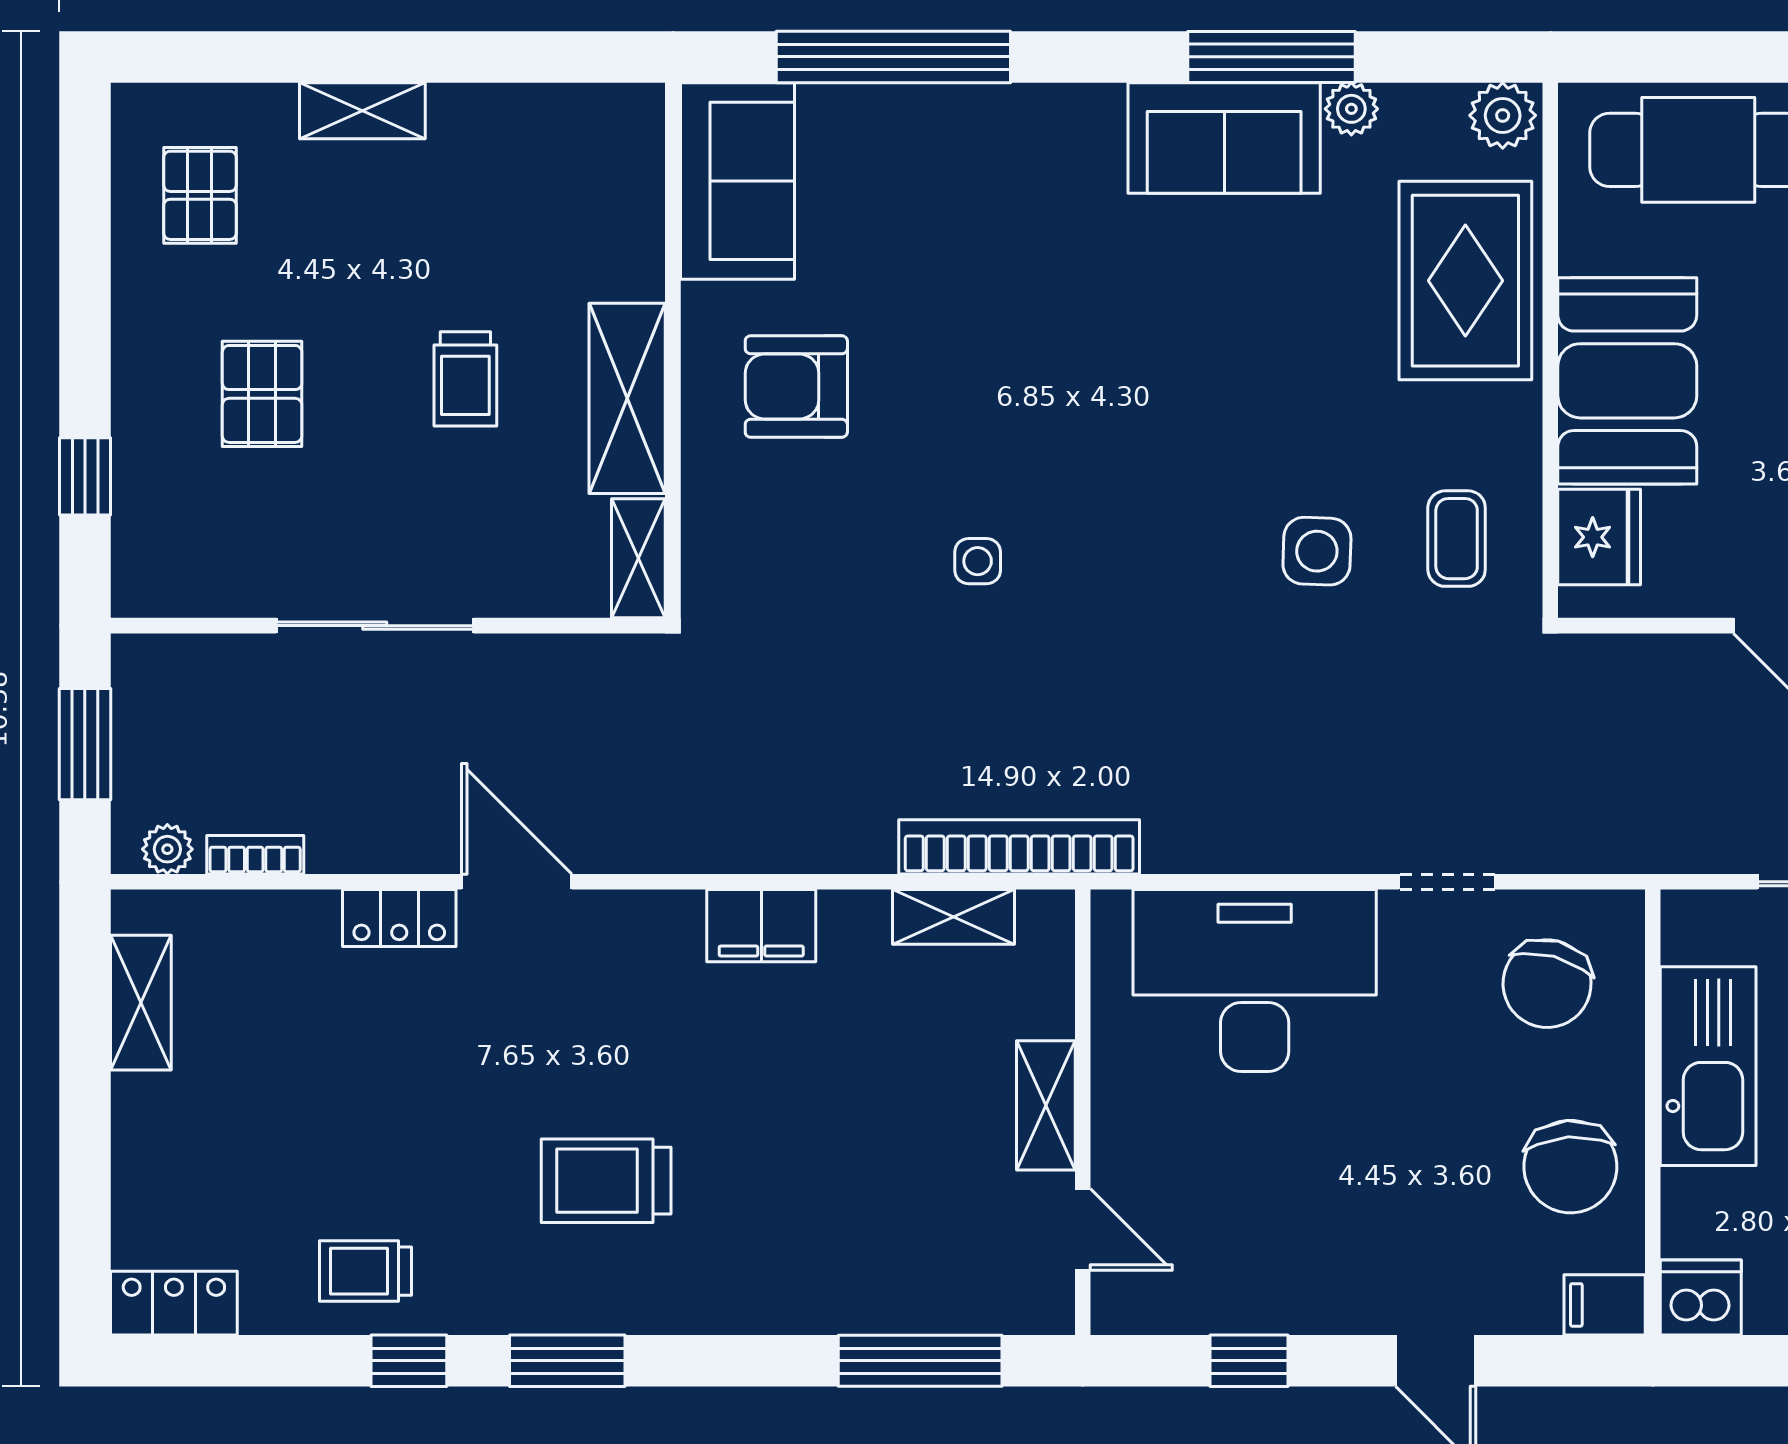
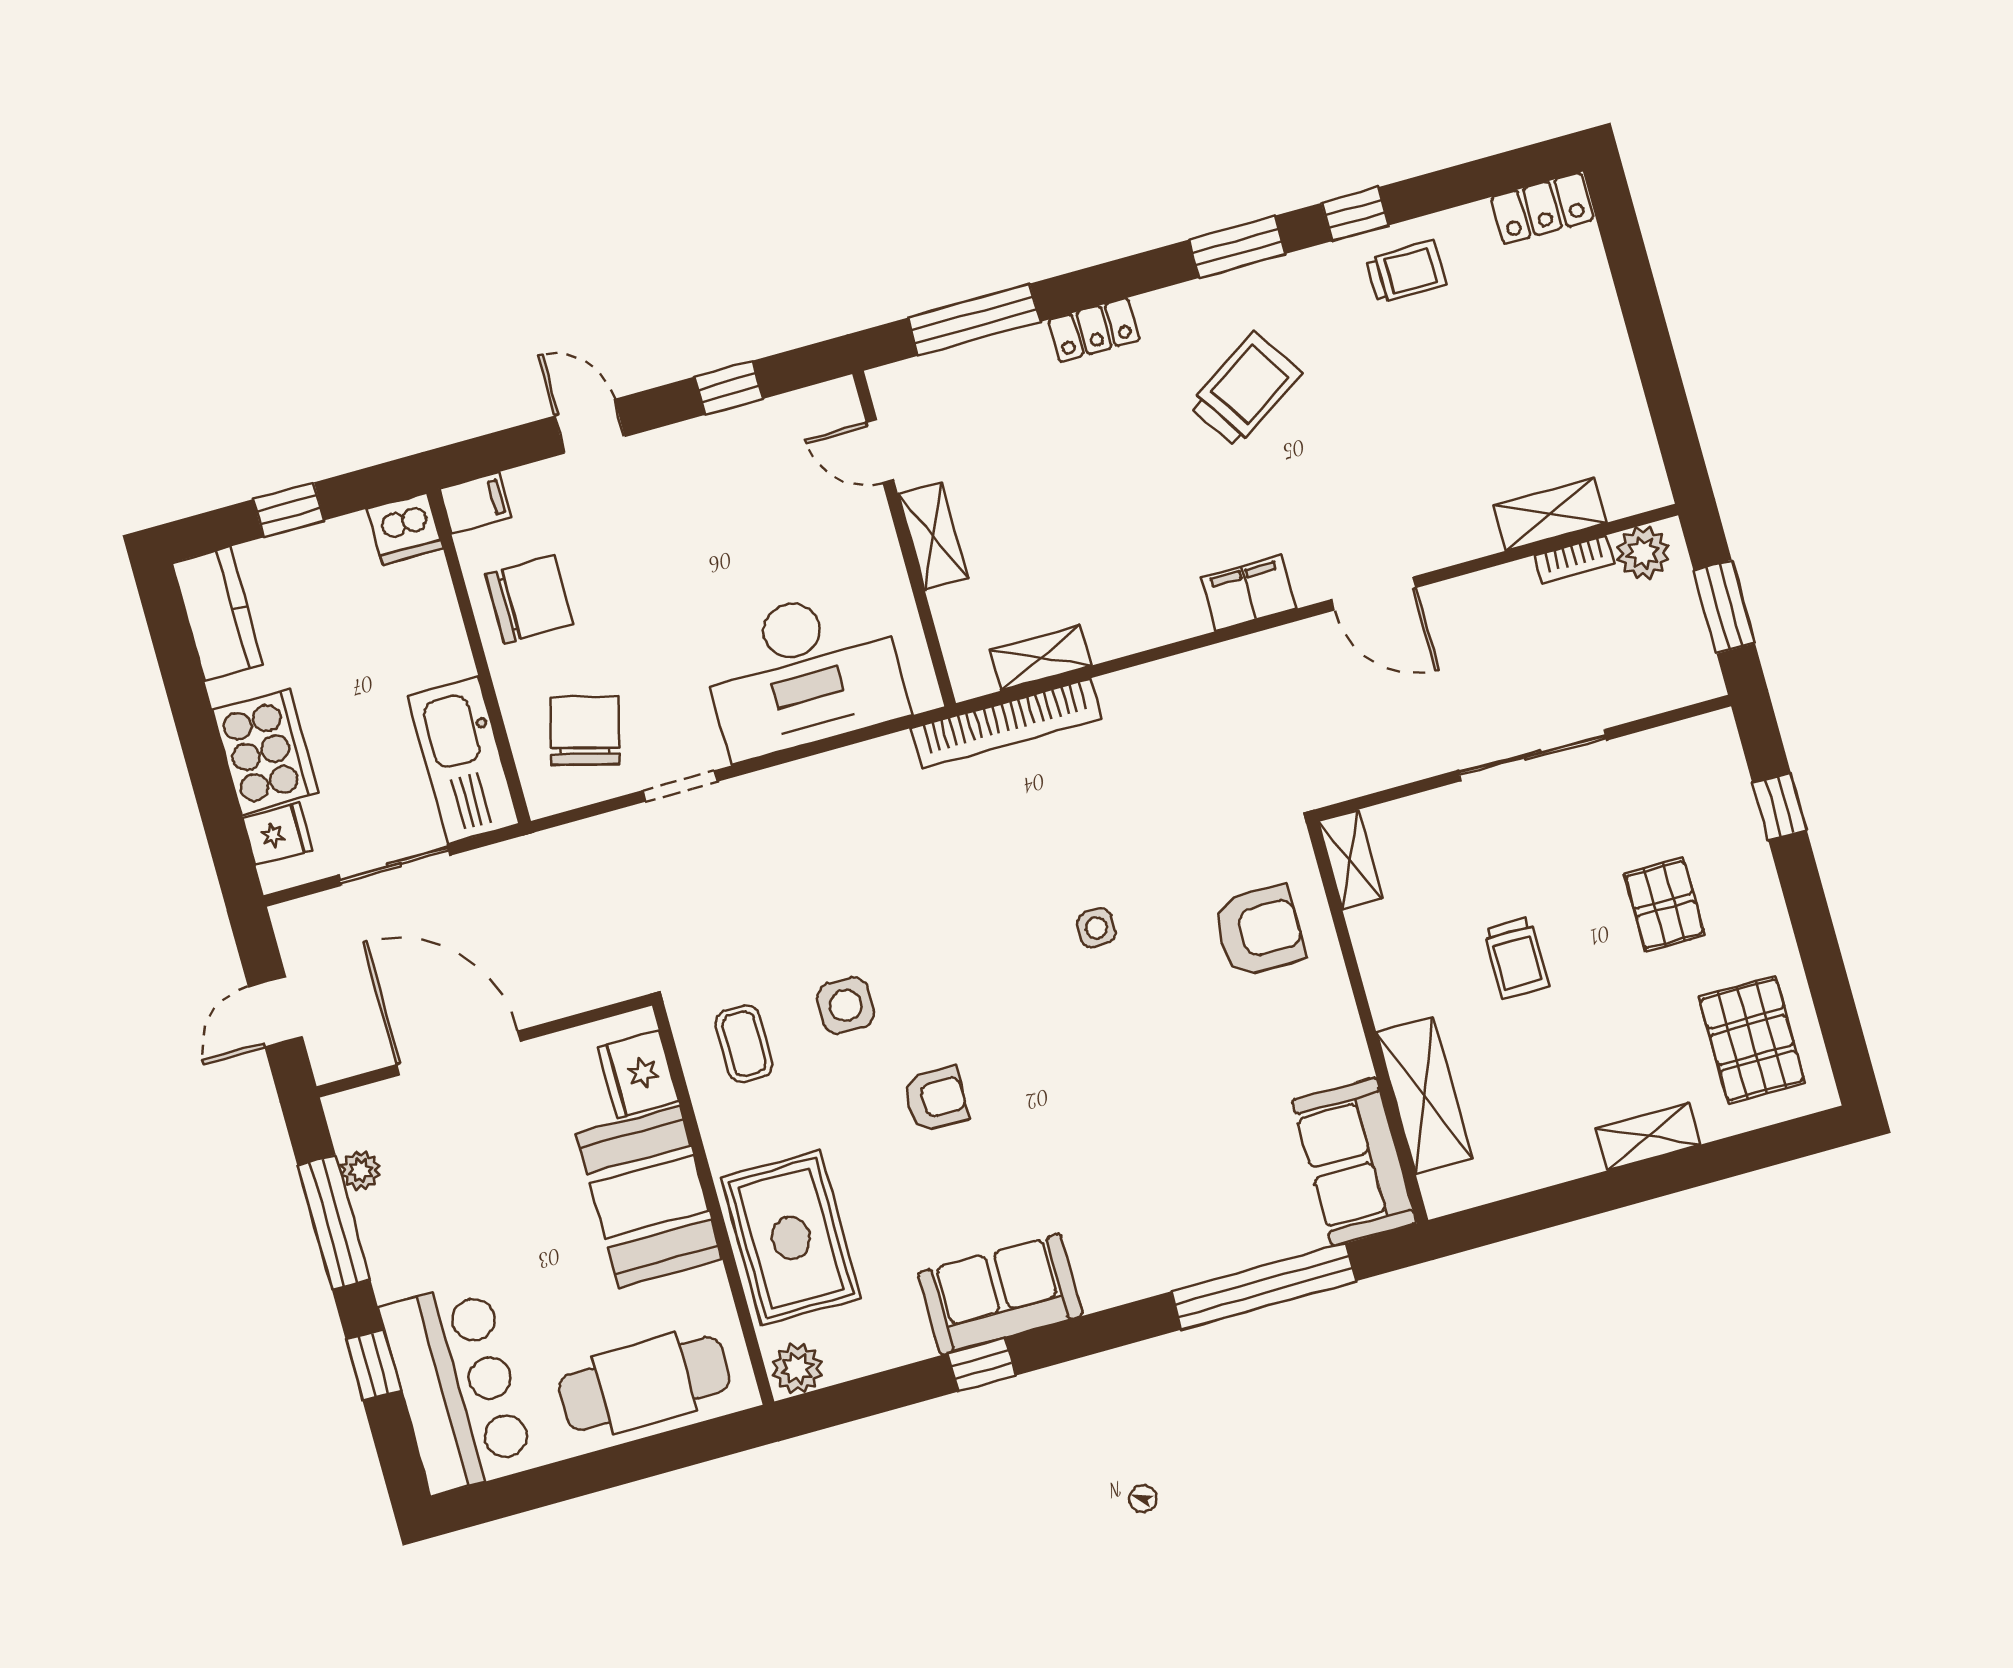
window: (1272, 57) -> (982, 1365), width x0.46
plant: (1351, 109) -> (911, 1342), removed
pallet: (200, 195) -> (1752, 1040), width x1.50, depth x1.42
trolley: (465, 379) -> (1516, 958), turned 180
armchair: (796, 386) -> (1259, 931), moved
shelving: (627, 398) -> (1424, 1096), moved
armchair: (1237, 403) -> (936, 1099), added
plant: (167, 849) -> (1643, 553), width x1.38, depth x1.38
locker: (399, 918) -> (1094, 330), moved, turned 180
filing cabinet: (761, 926) -> (1248, 593), moved
shelving: (141, 1003) -> (1550, 514), moved, turned 90
kitchen sink: (1708, 1066) -> (463, 760), moved
chair: (1570, 1167) -> (529, 599), turned 94
trolley: (606, 1181) -> (1245, 389), turned -33

